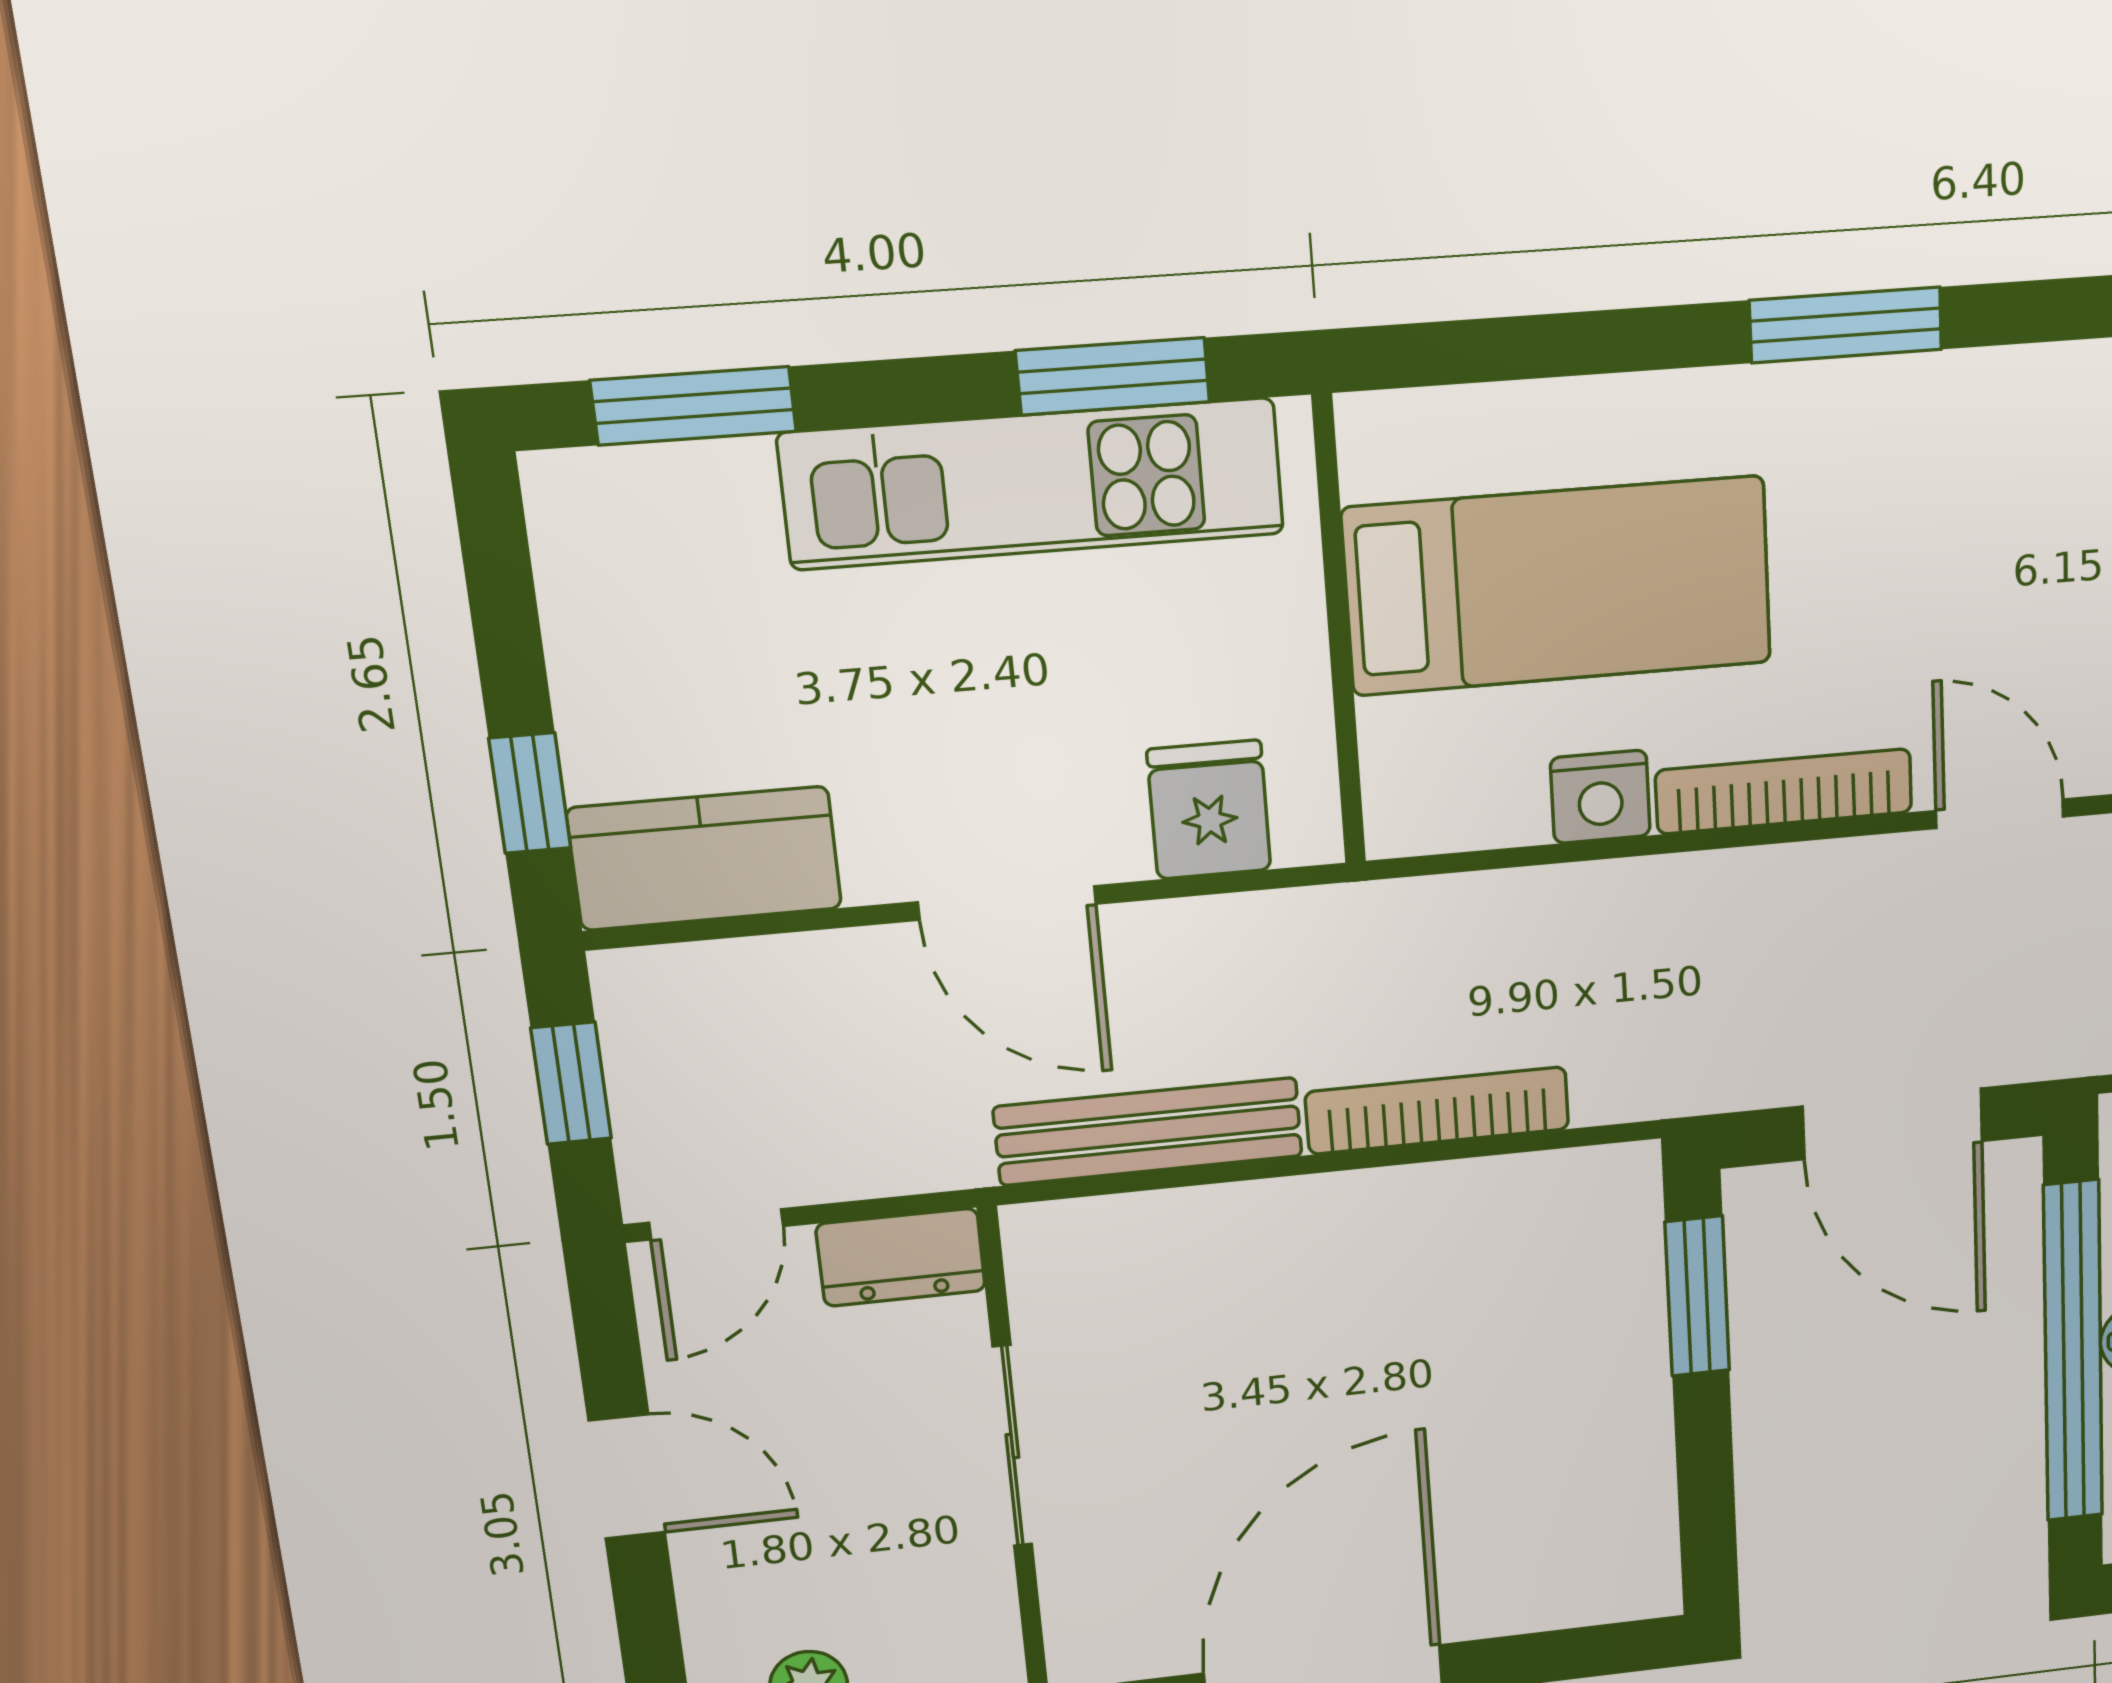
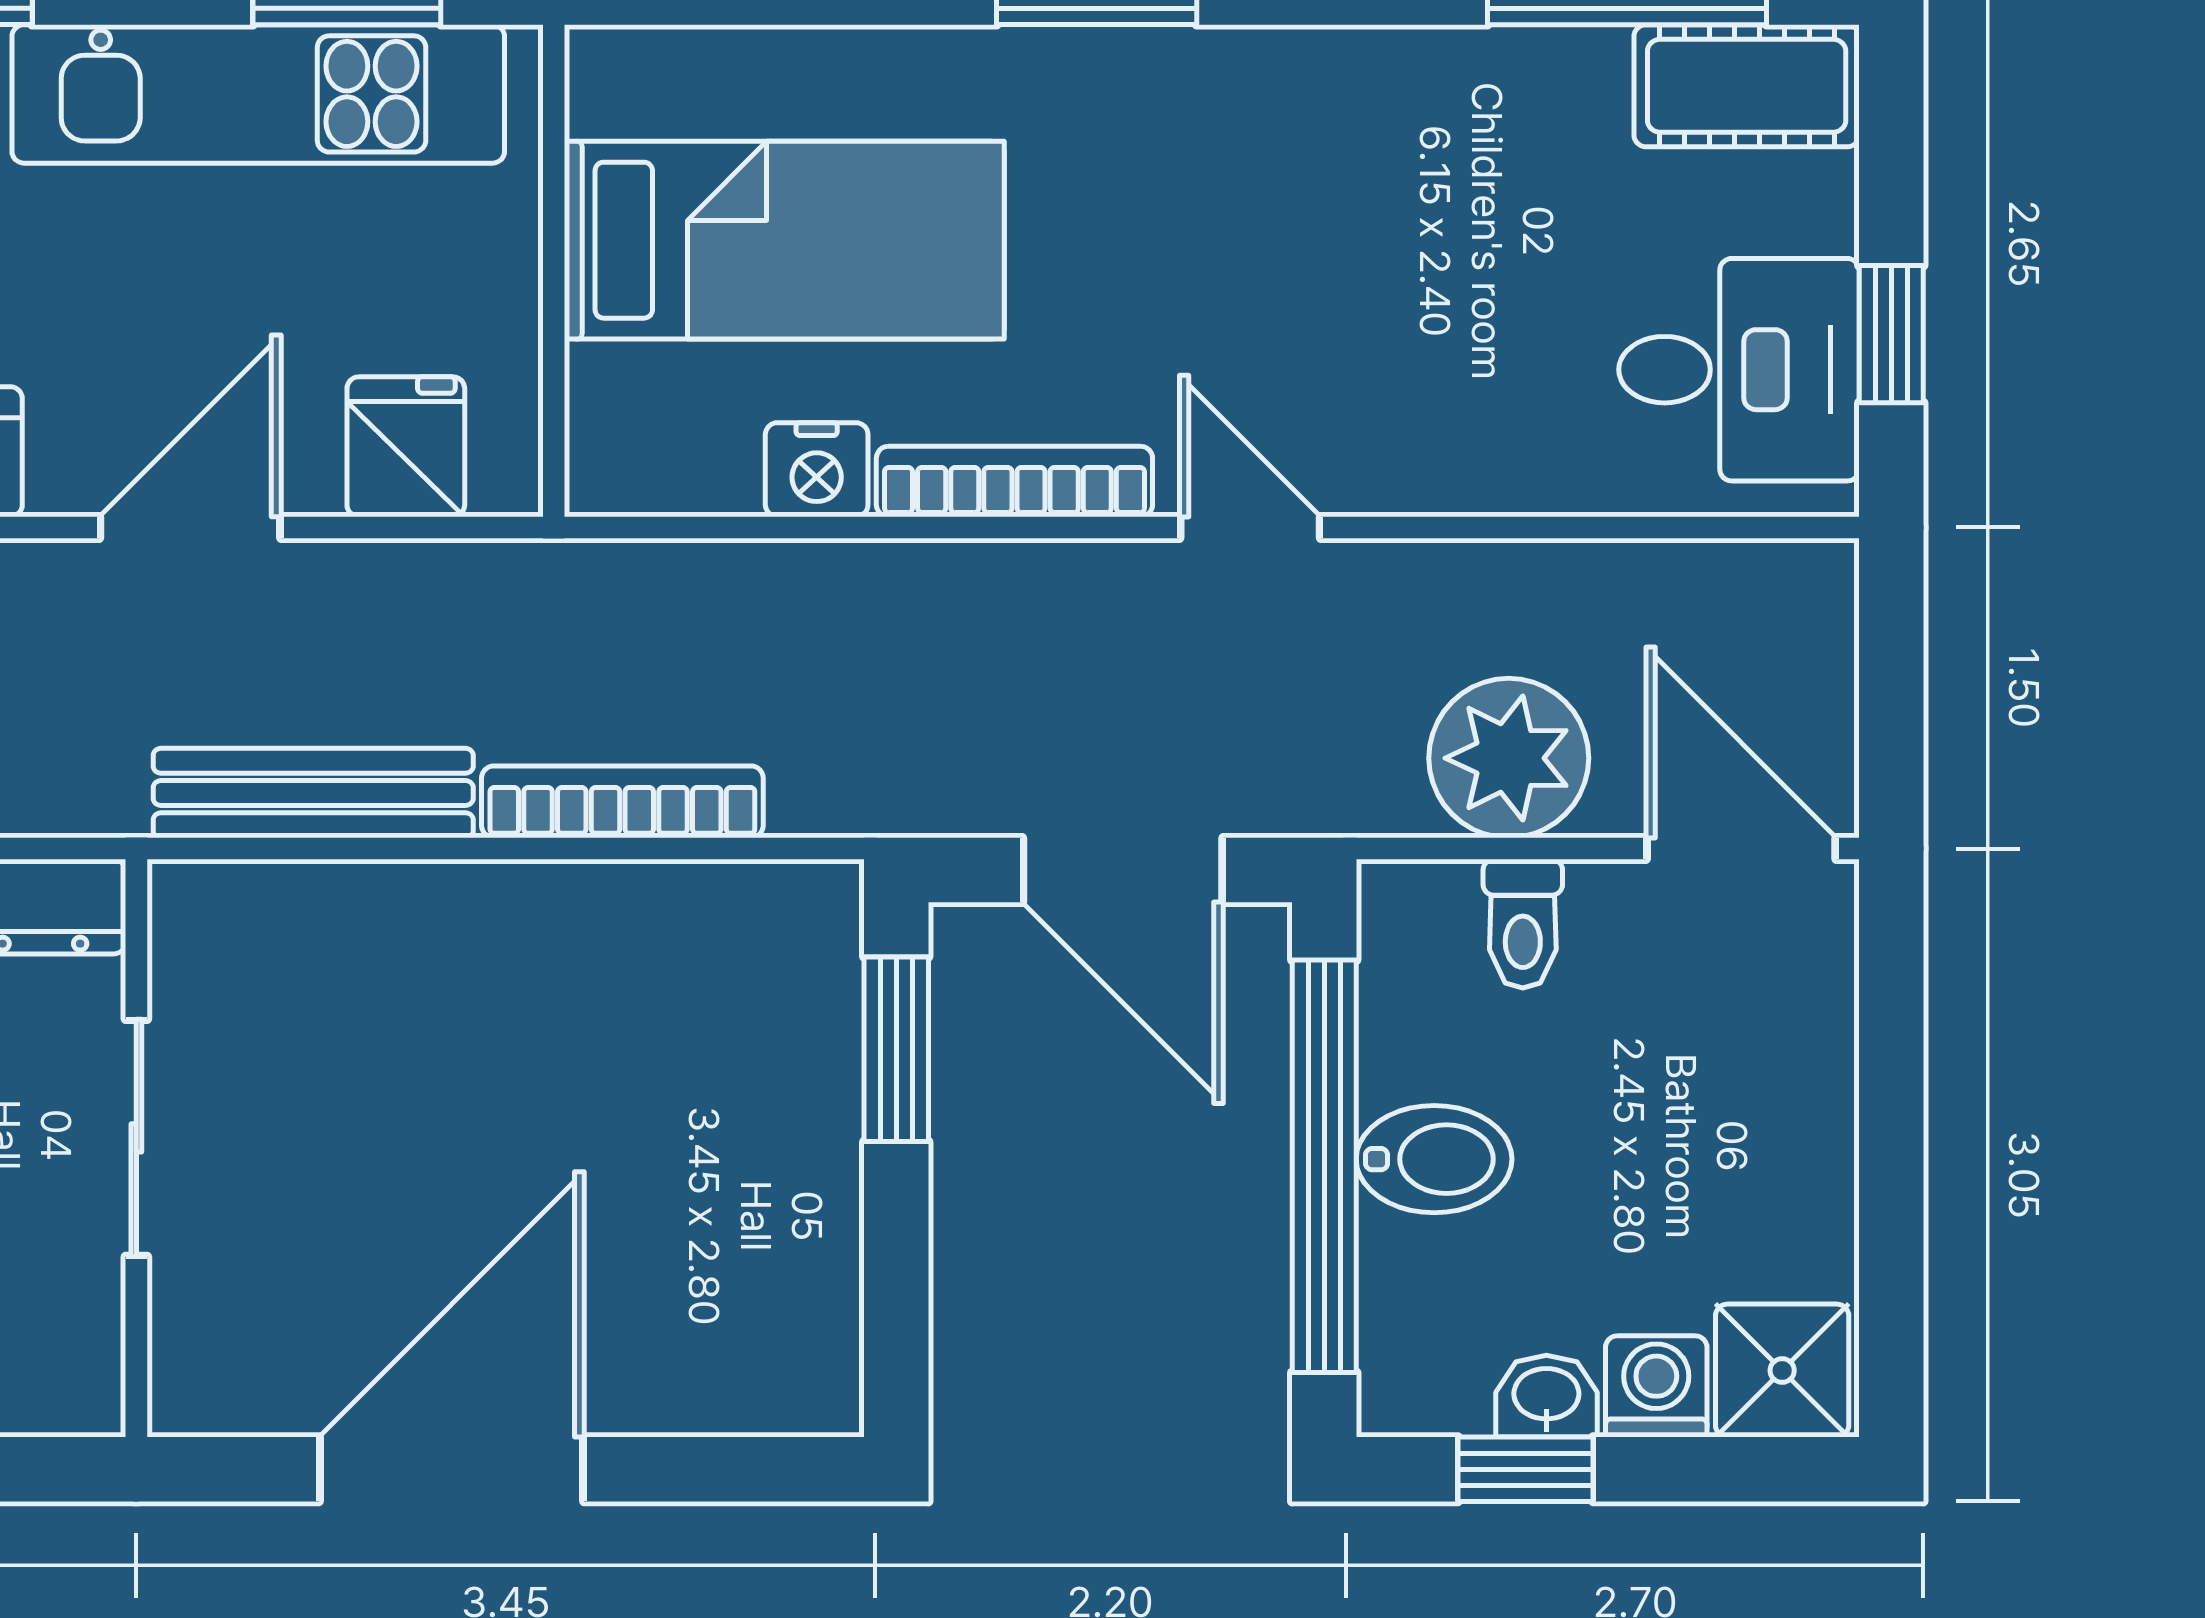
door: (1007, 903) -> (190, 527), swing flipped

